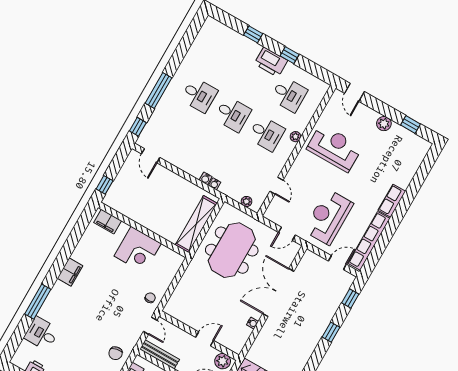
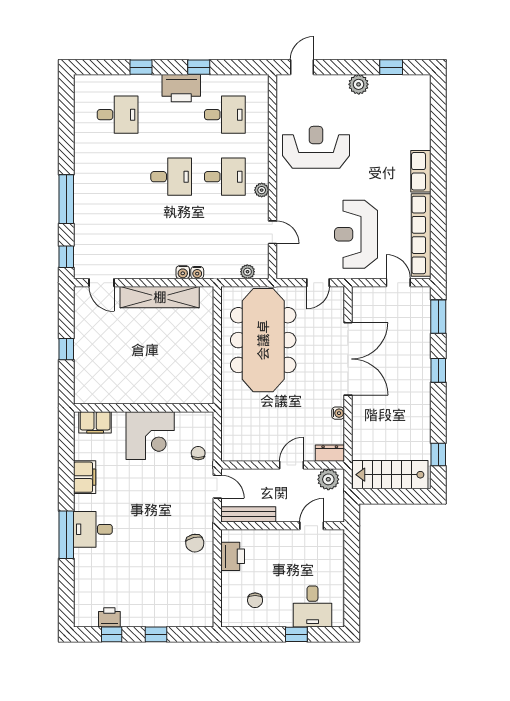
door: (355, 92) -> (302, 67), swing flipped
desk: (199, 95) -> (118, 115), moved
plant: (295, 137) -> (262, 190), moved
filing cabinet: (108, 222) -> (95, 422), moved
shelving: (196, 224) -> (160, 297), moved, turned 90
wall: (143, 230) -> (144, 408), moved
corner desk: (138, 250) -> (150, 436), moved
meeting table: (232, 250) -> (263, 340), width x1.36
door: (337, 263) -> (398, 283), hinge flipped
double door: (278, 292) -> (348, 359), swing flipped
window: (350, 299) -> (438, 317), width x1.50
desk: (42, 334) -> (93, 529), moved
dresser: (233, 345) -> (330, 453), added

